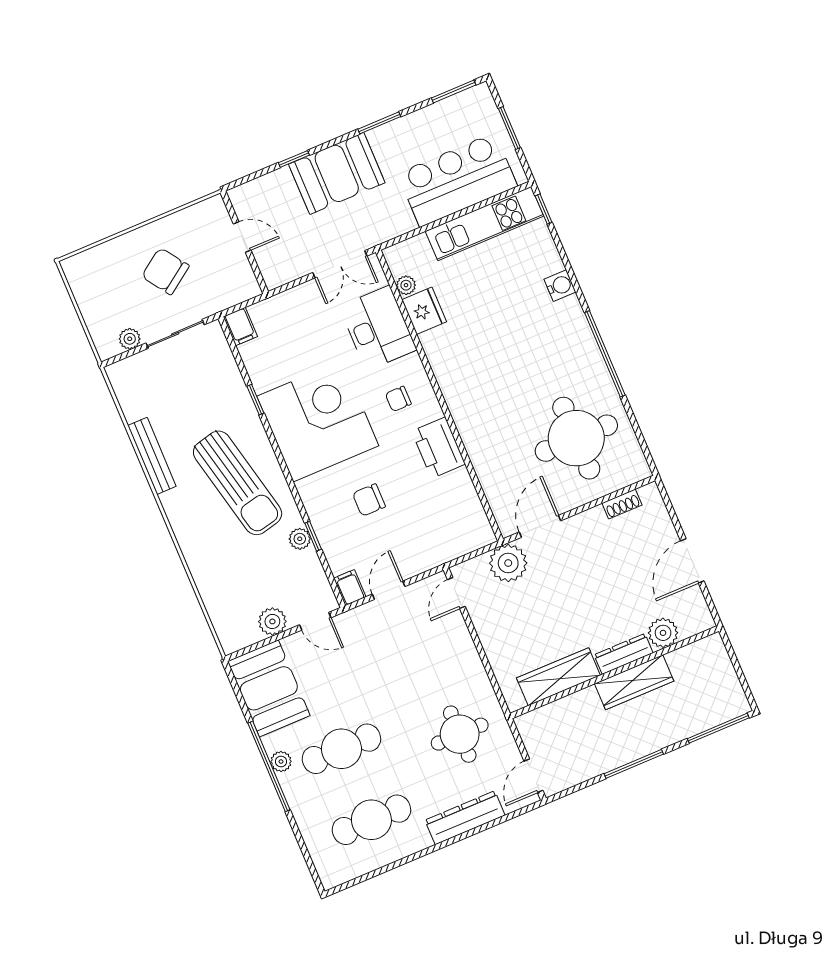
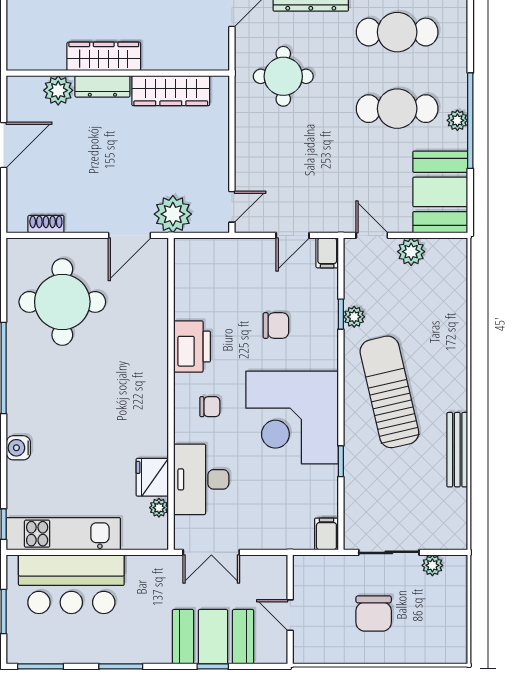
booth: (337, 173) -> (213, 637), moved
double door: (340, 264) -> (211, 552), swing flipped
chair: (165, 271) -> (374, 613), turned 35

